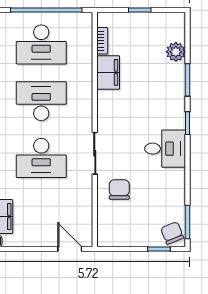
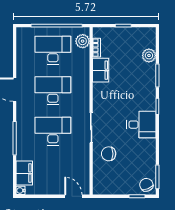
plant: (83, 32) -> (83, 41), added
desk: (41, 44) -> (53, 50), turned 180
desk: (41, 158) -> (53, 131), turned 180
chair: (119, 190) -> (109, 154), turned -90

